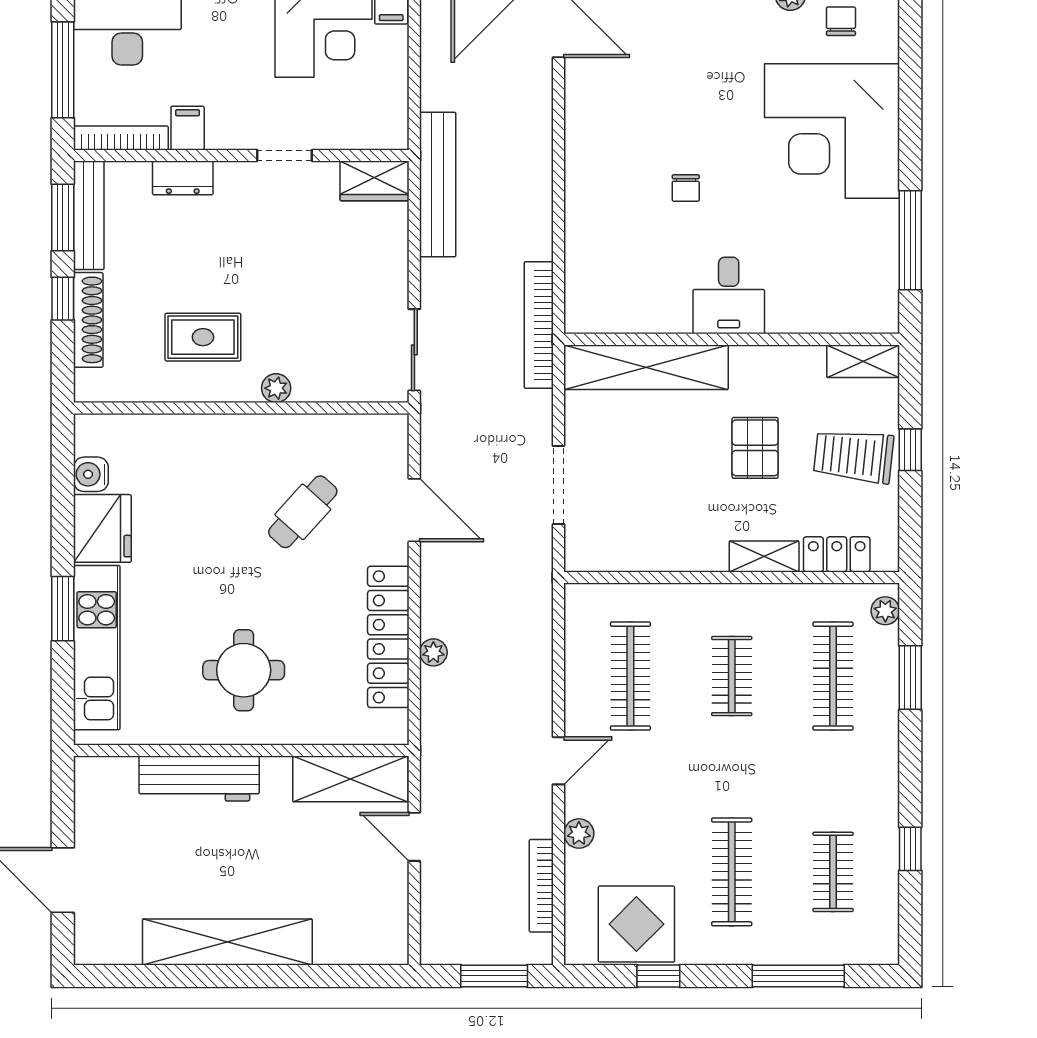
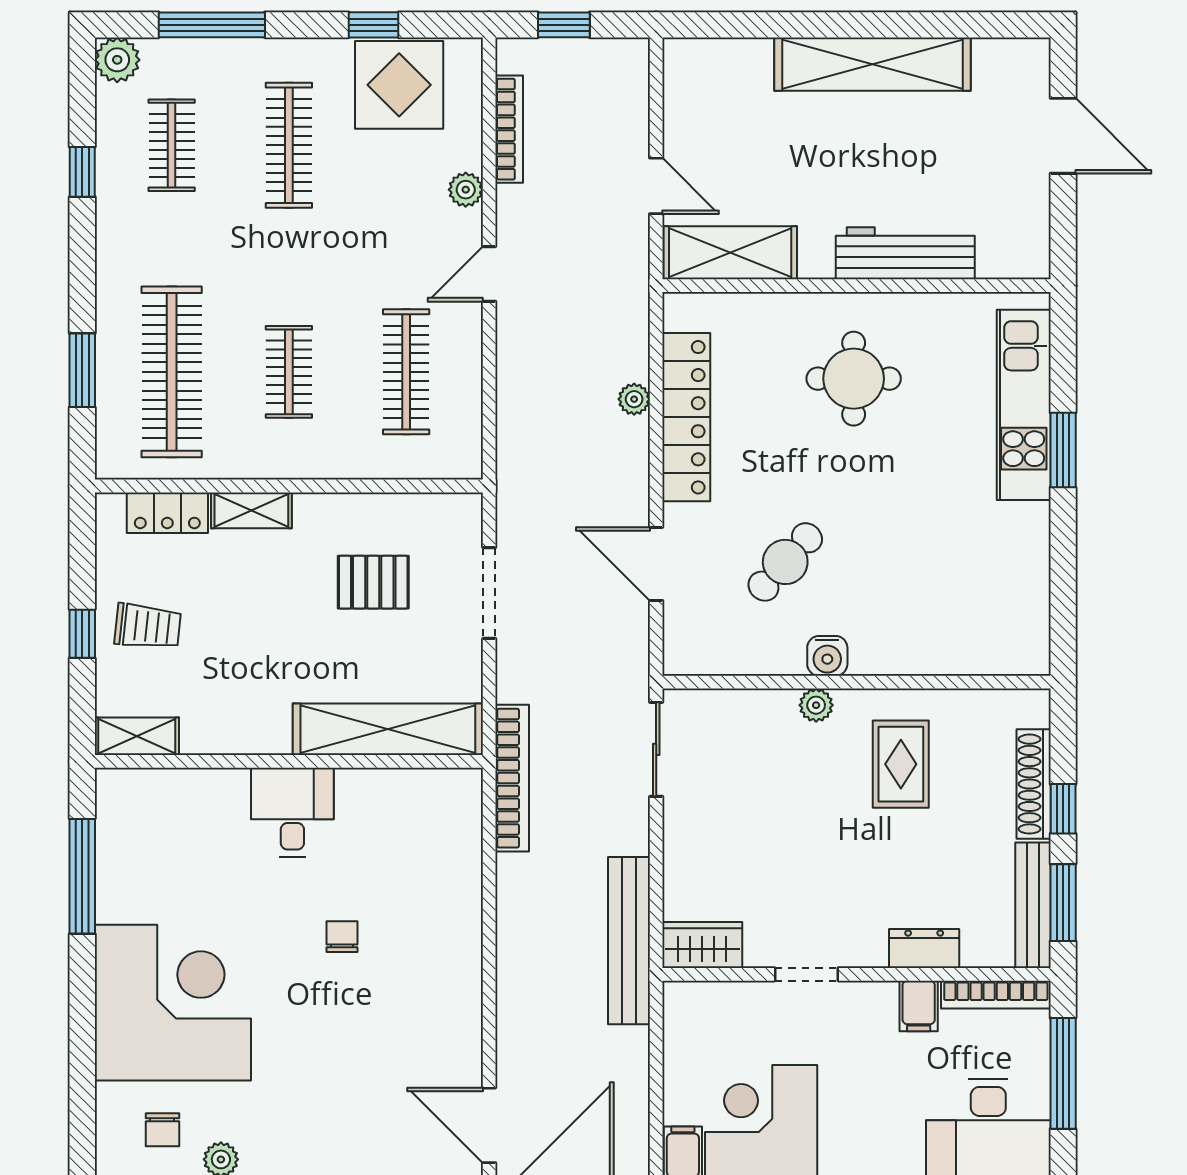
rug: (203, 337) -> (901, 764), turned 90
pallet: (755, 448) -> (373, 582), moved, turned 90
trolley: (854, 456) -> (148, 626), width x0.73, depth x0.72
water cooler: (91, 474) -> (827, 656), moved, turned 90
fridge: (102, 528) -> (1017, 543), removed
plant: (885, 611) -> (117, 60), moved, width x1.38, depth x1.38
clothes rail: (833, 676) -> (172, 372), width x1.37, depth x1.31
window: (494, 976) -> (564, 25), width x0.67

